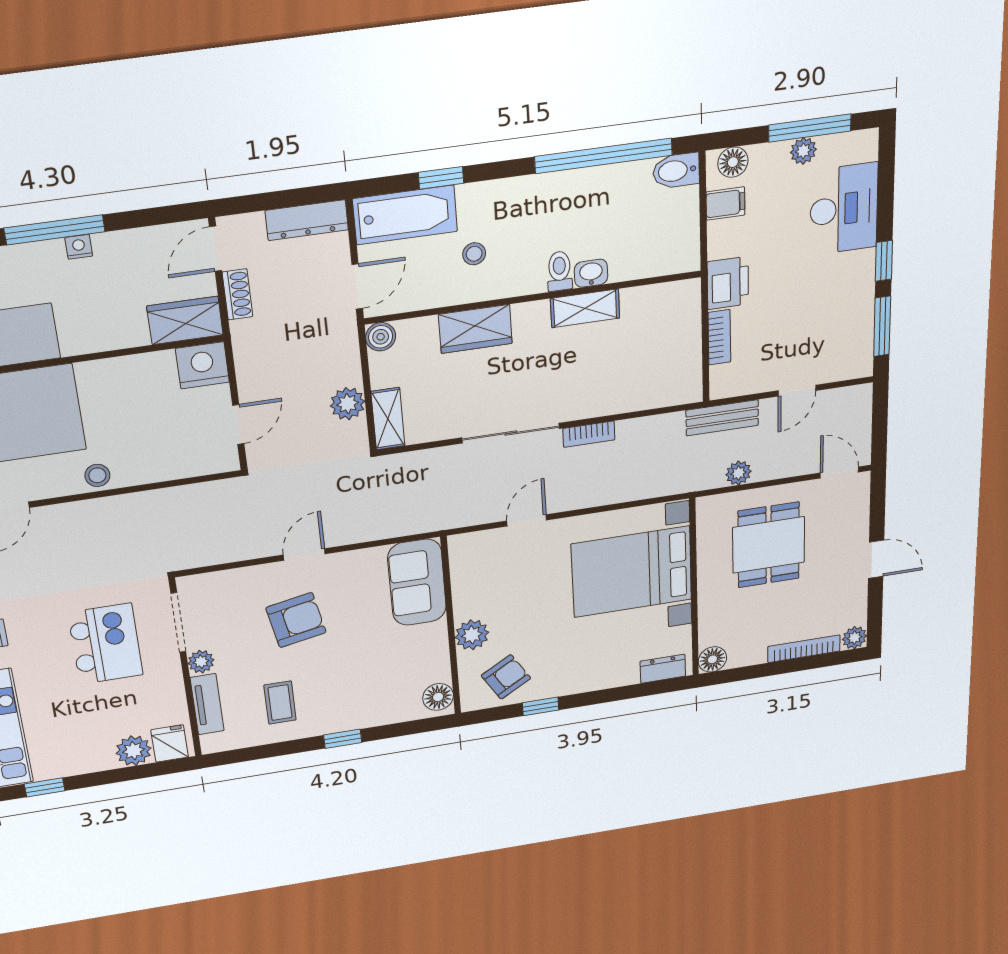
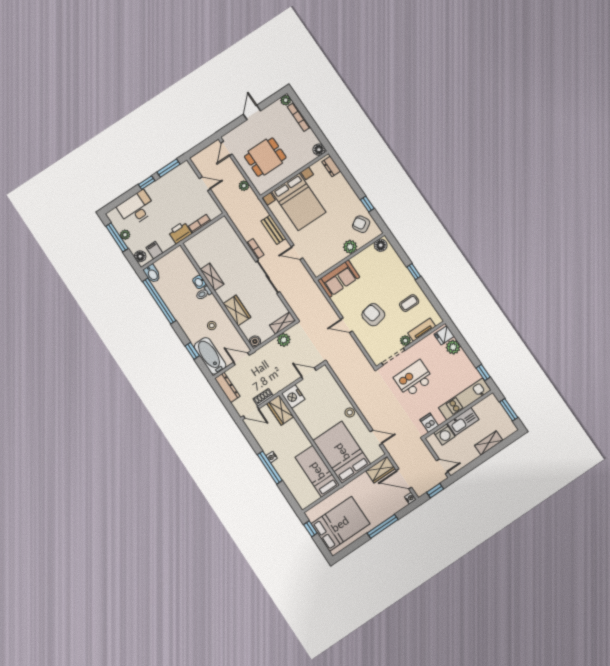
bench: (722, 418) -> (273, 230), moved

